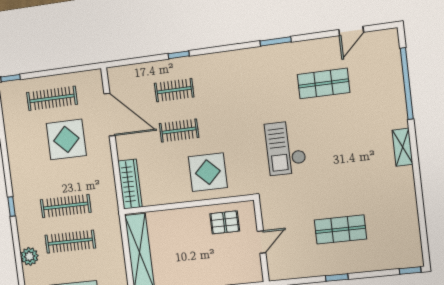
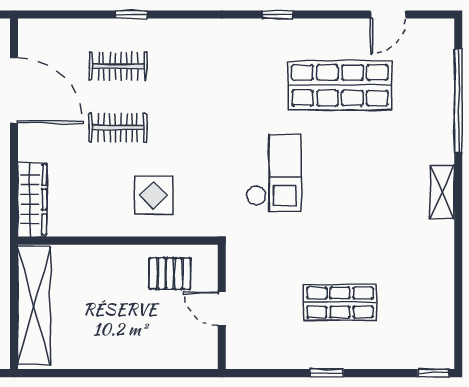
window: (276, 41) -> (278, 15), width x0.67
shop shelf: (324, 83) -> (340, 85), width x1.43, depth x1.36
checkout: (286, 148) -> (274, 173), turned 180
display table: (208, 172) -> (154, 195), width x0.73, depth x0.73
door: (262, 242) -> (222, 309), swing flipped

